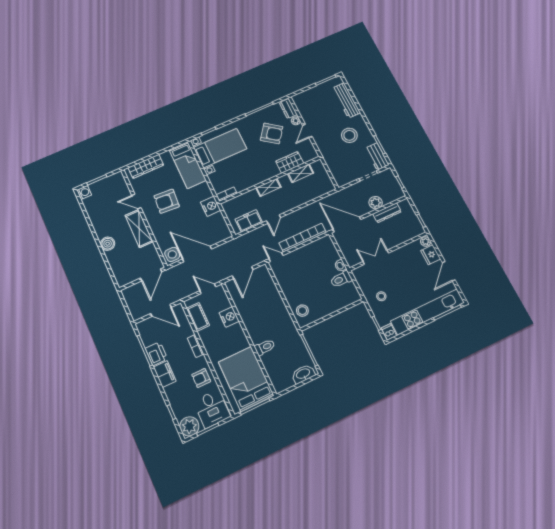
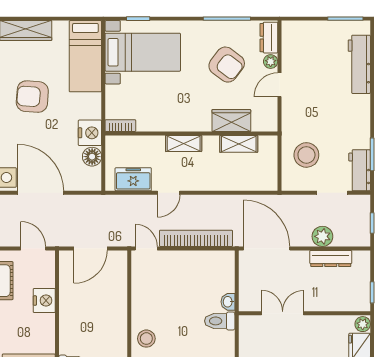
stool: (349, 135) -> (306, 155), moved
floor lamp: (218, 219) -> (92, 157), added

